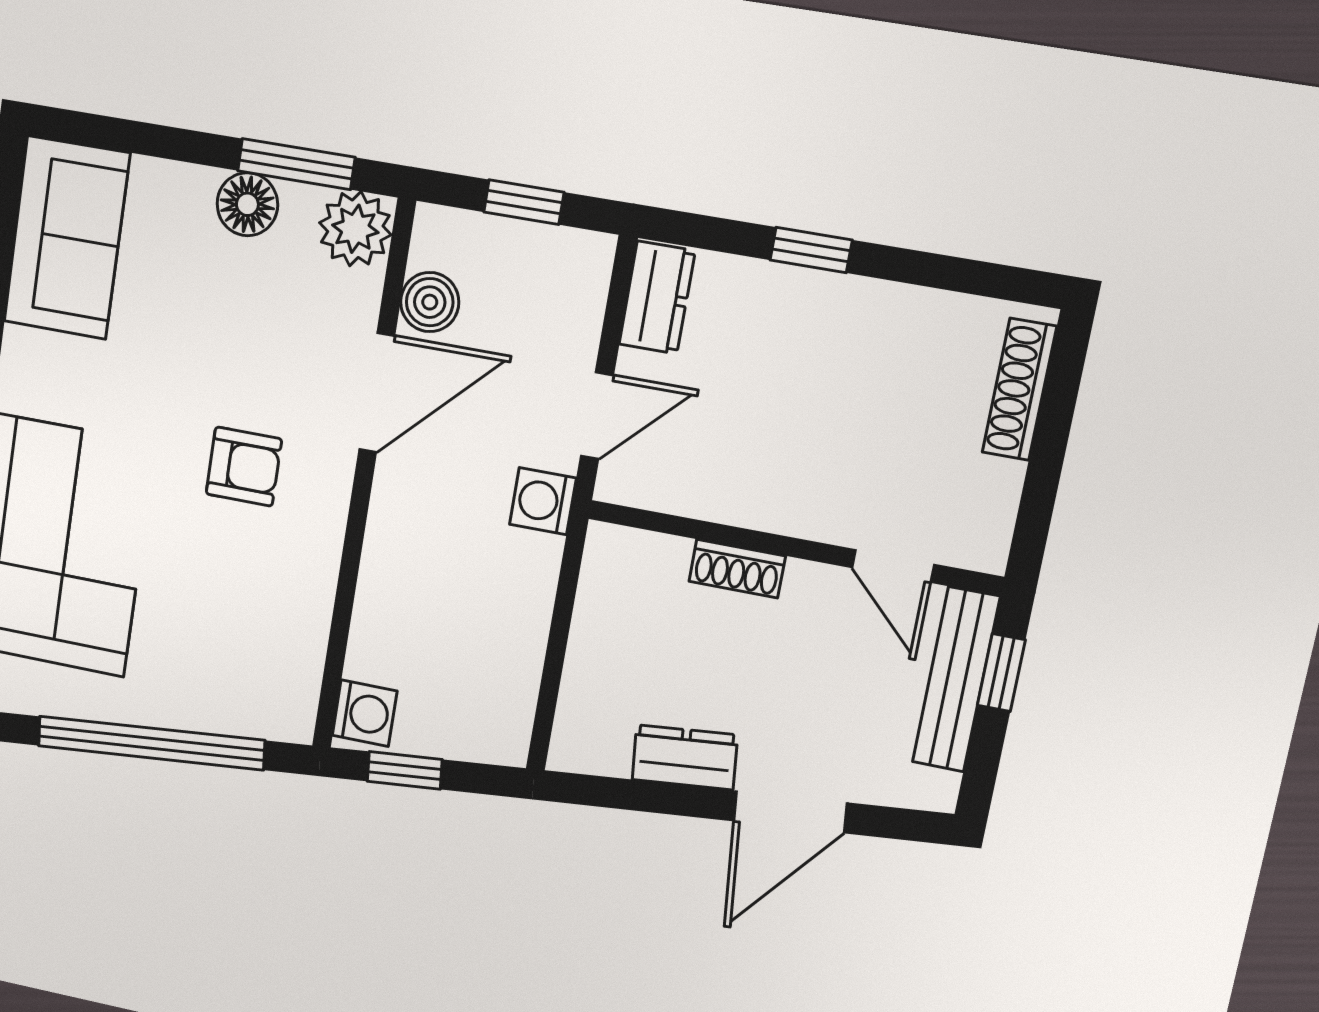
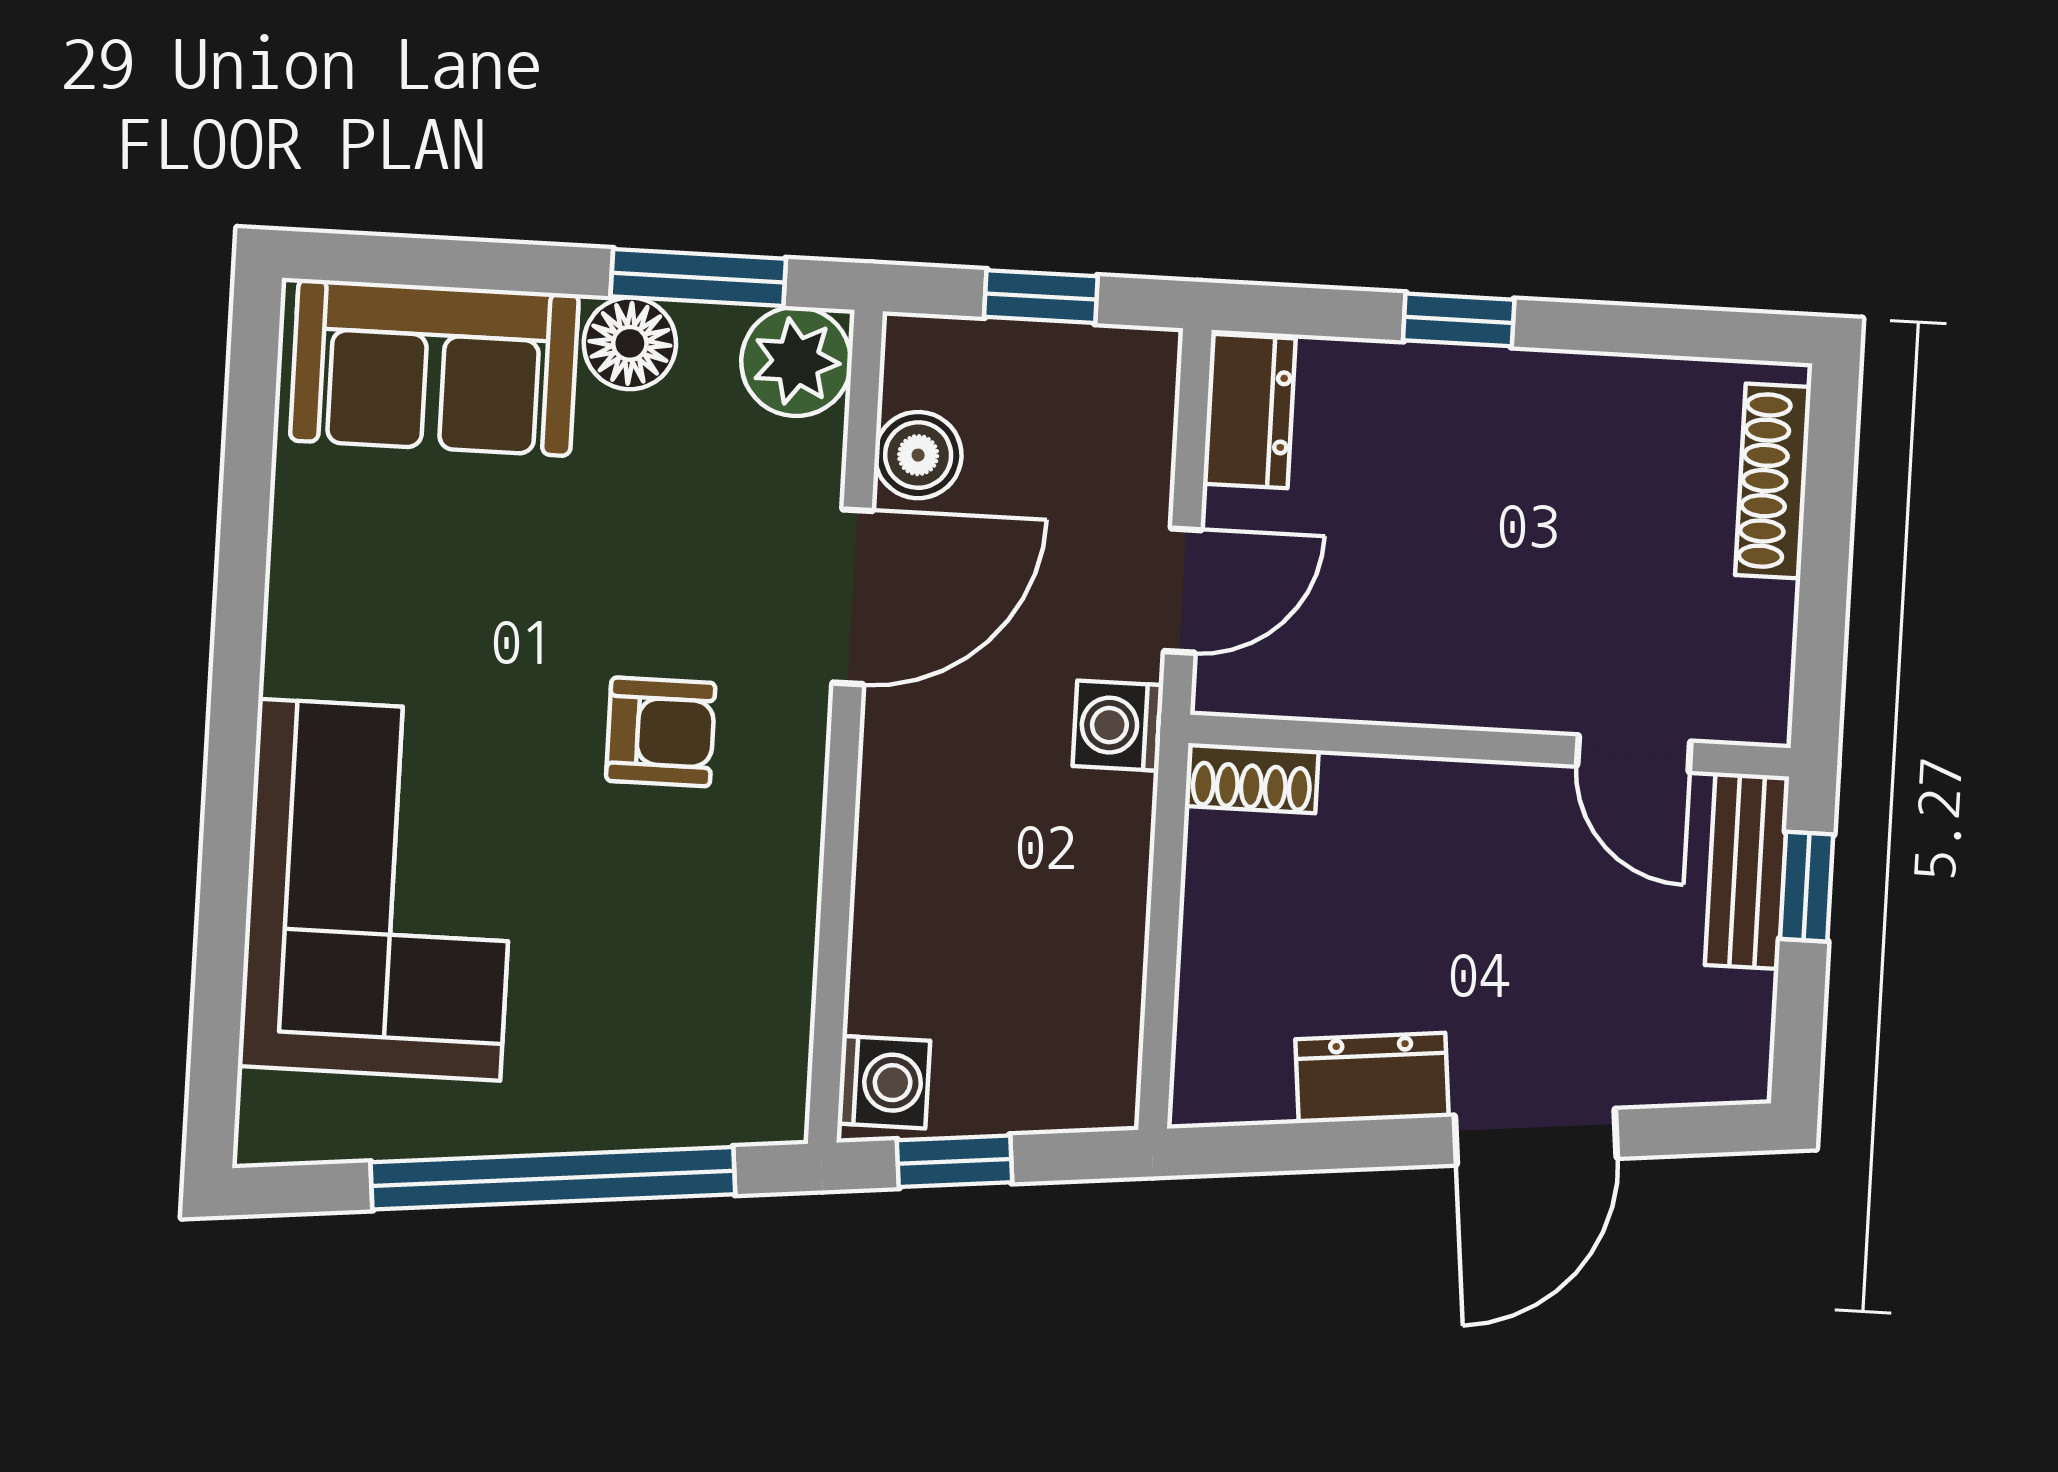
sofa: (67, 238) -> (434, 367), moved, turned 90
shoe rack: (737, 569) -> (1252, 778), moved
bench: (956, 680) -> (1747, 871), width x0.73

